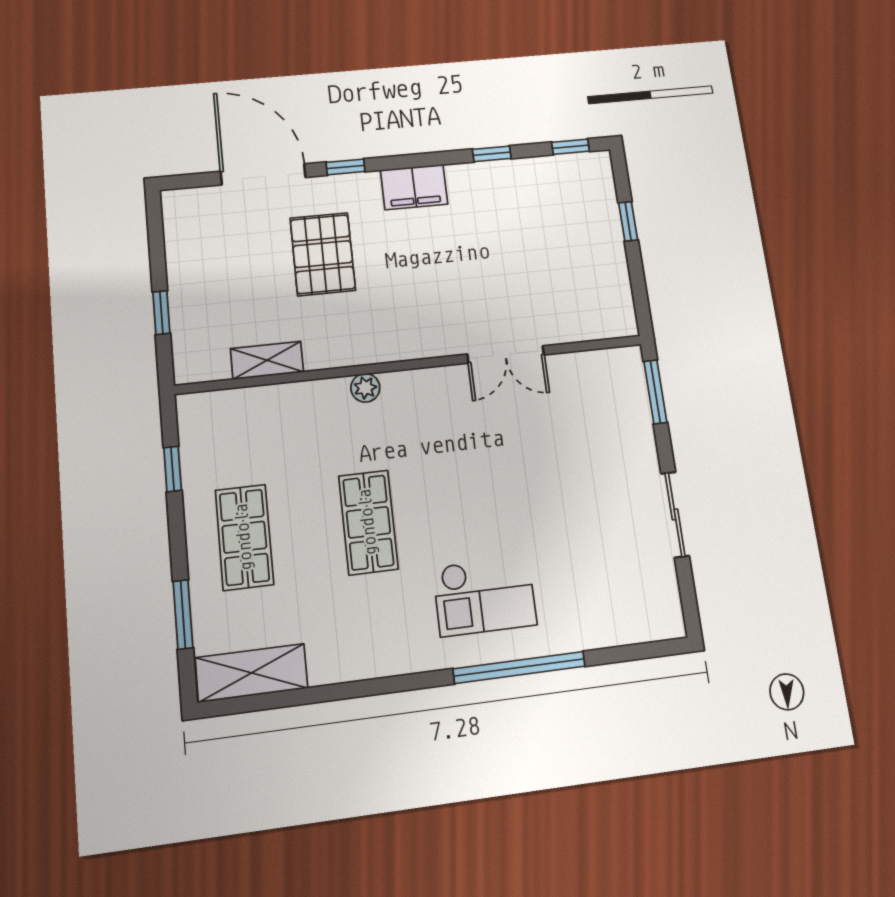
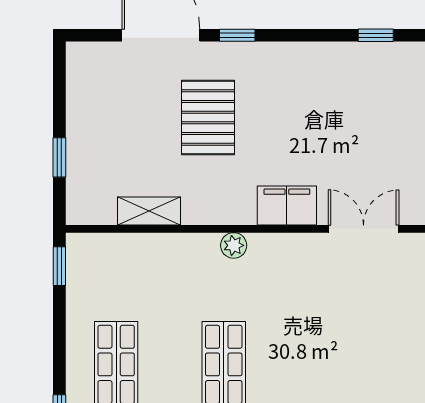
filing cabinet: (414, 187) -> (287, 205), moved, turned 180
double door: (506, 354) -> (364, 229), swing flipped
window: (173, 469) -> (59, 266), moved

